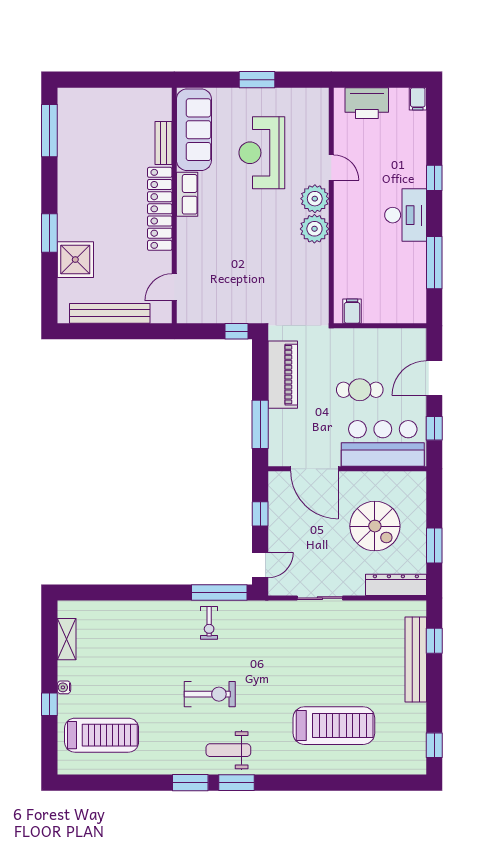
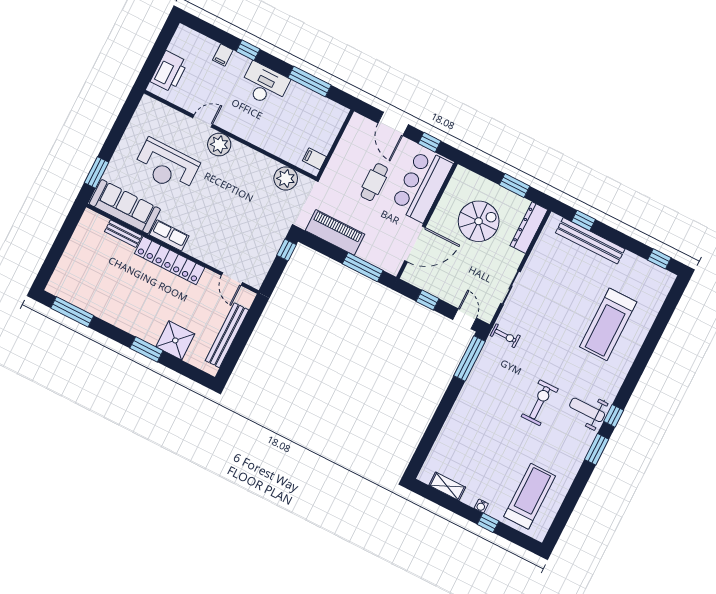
window: (257, 80) -> (96, 173), moved
filing cabinet: (418, 99) -> (223, 55), moved, turned 90
plant: (314, 229) -> (286, 178), moved
exercise bike: (209, 623) -> (505, 336), moved
treadmill: (334, 726) -> (608, 324), turned 180
weight bench: (228, 750) -> (587, 410), turned 90
window: (237, 783) -> (614, 416), width x0.67

